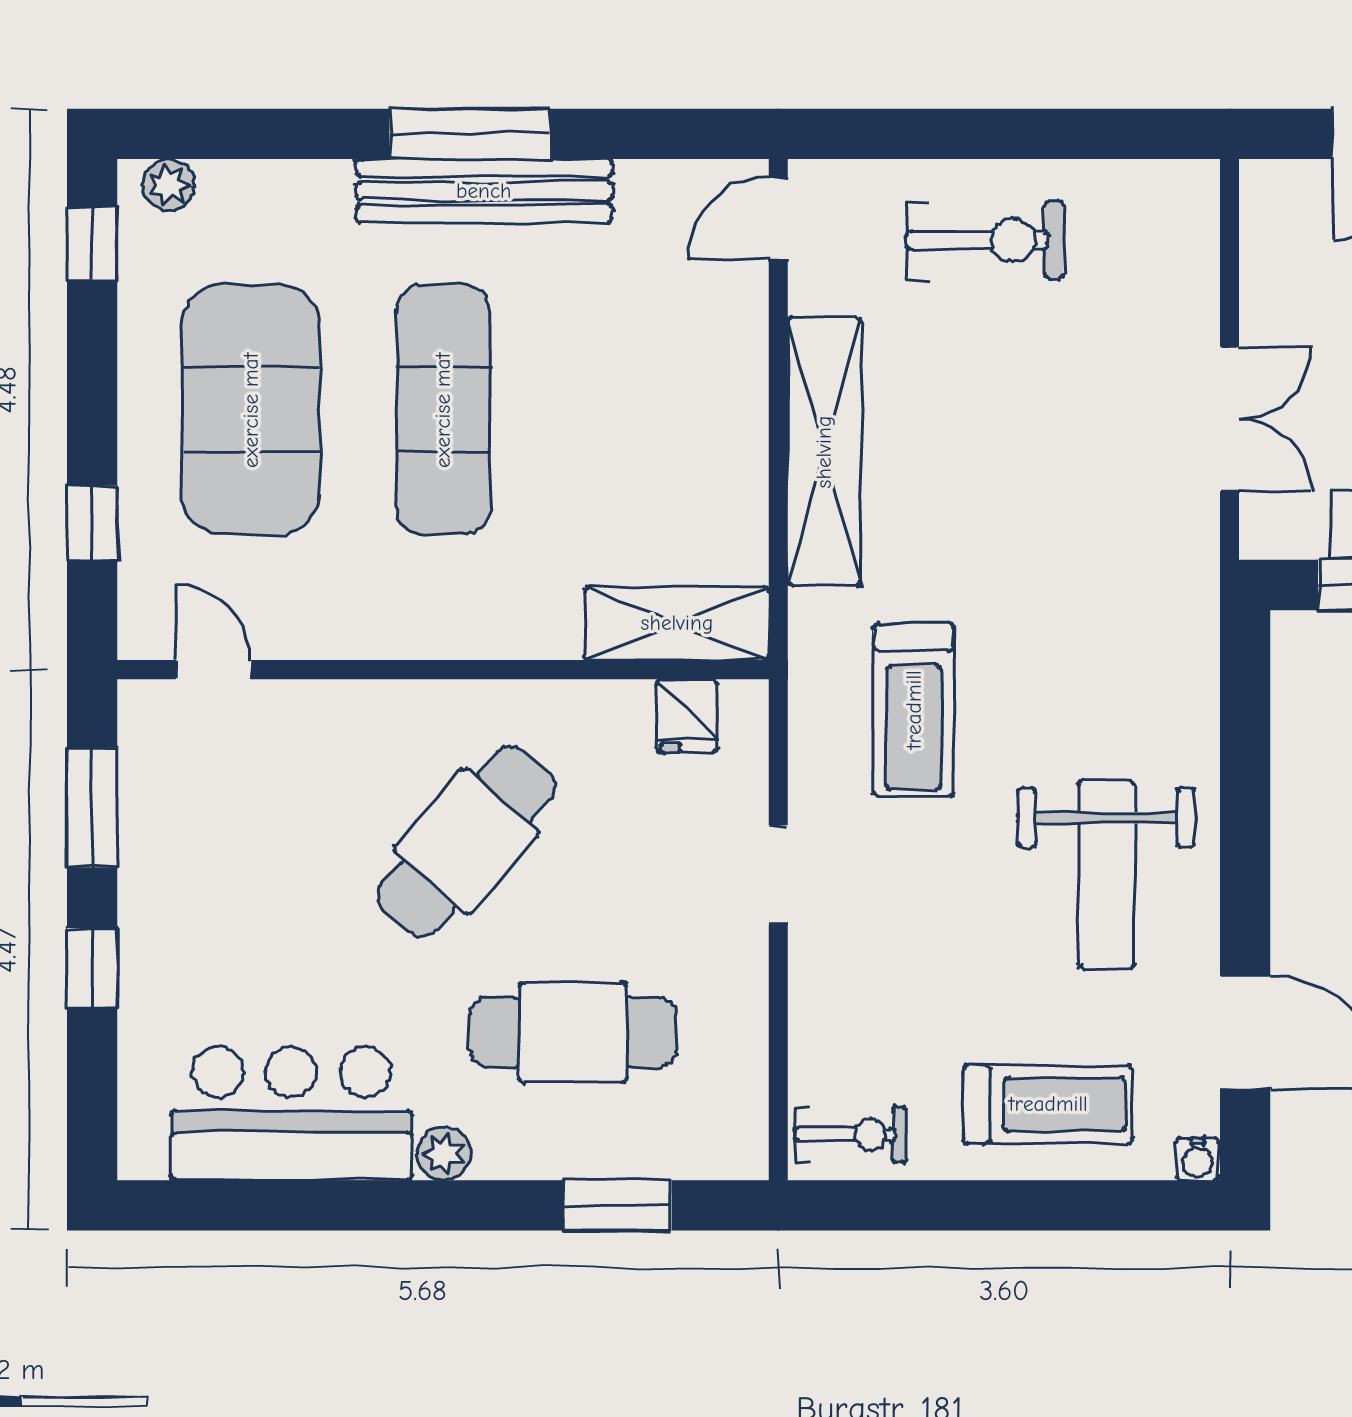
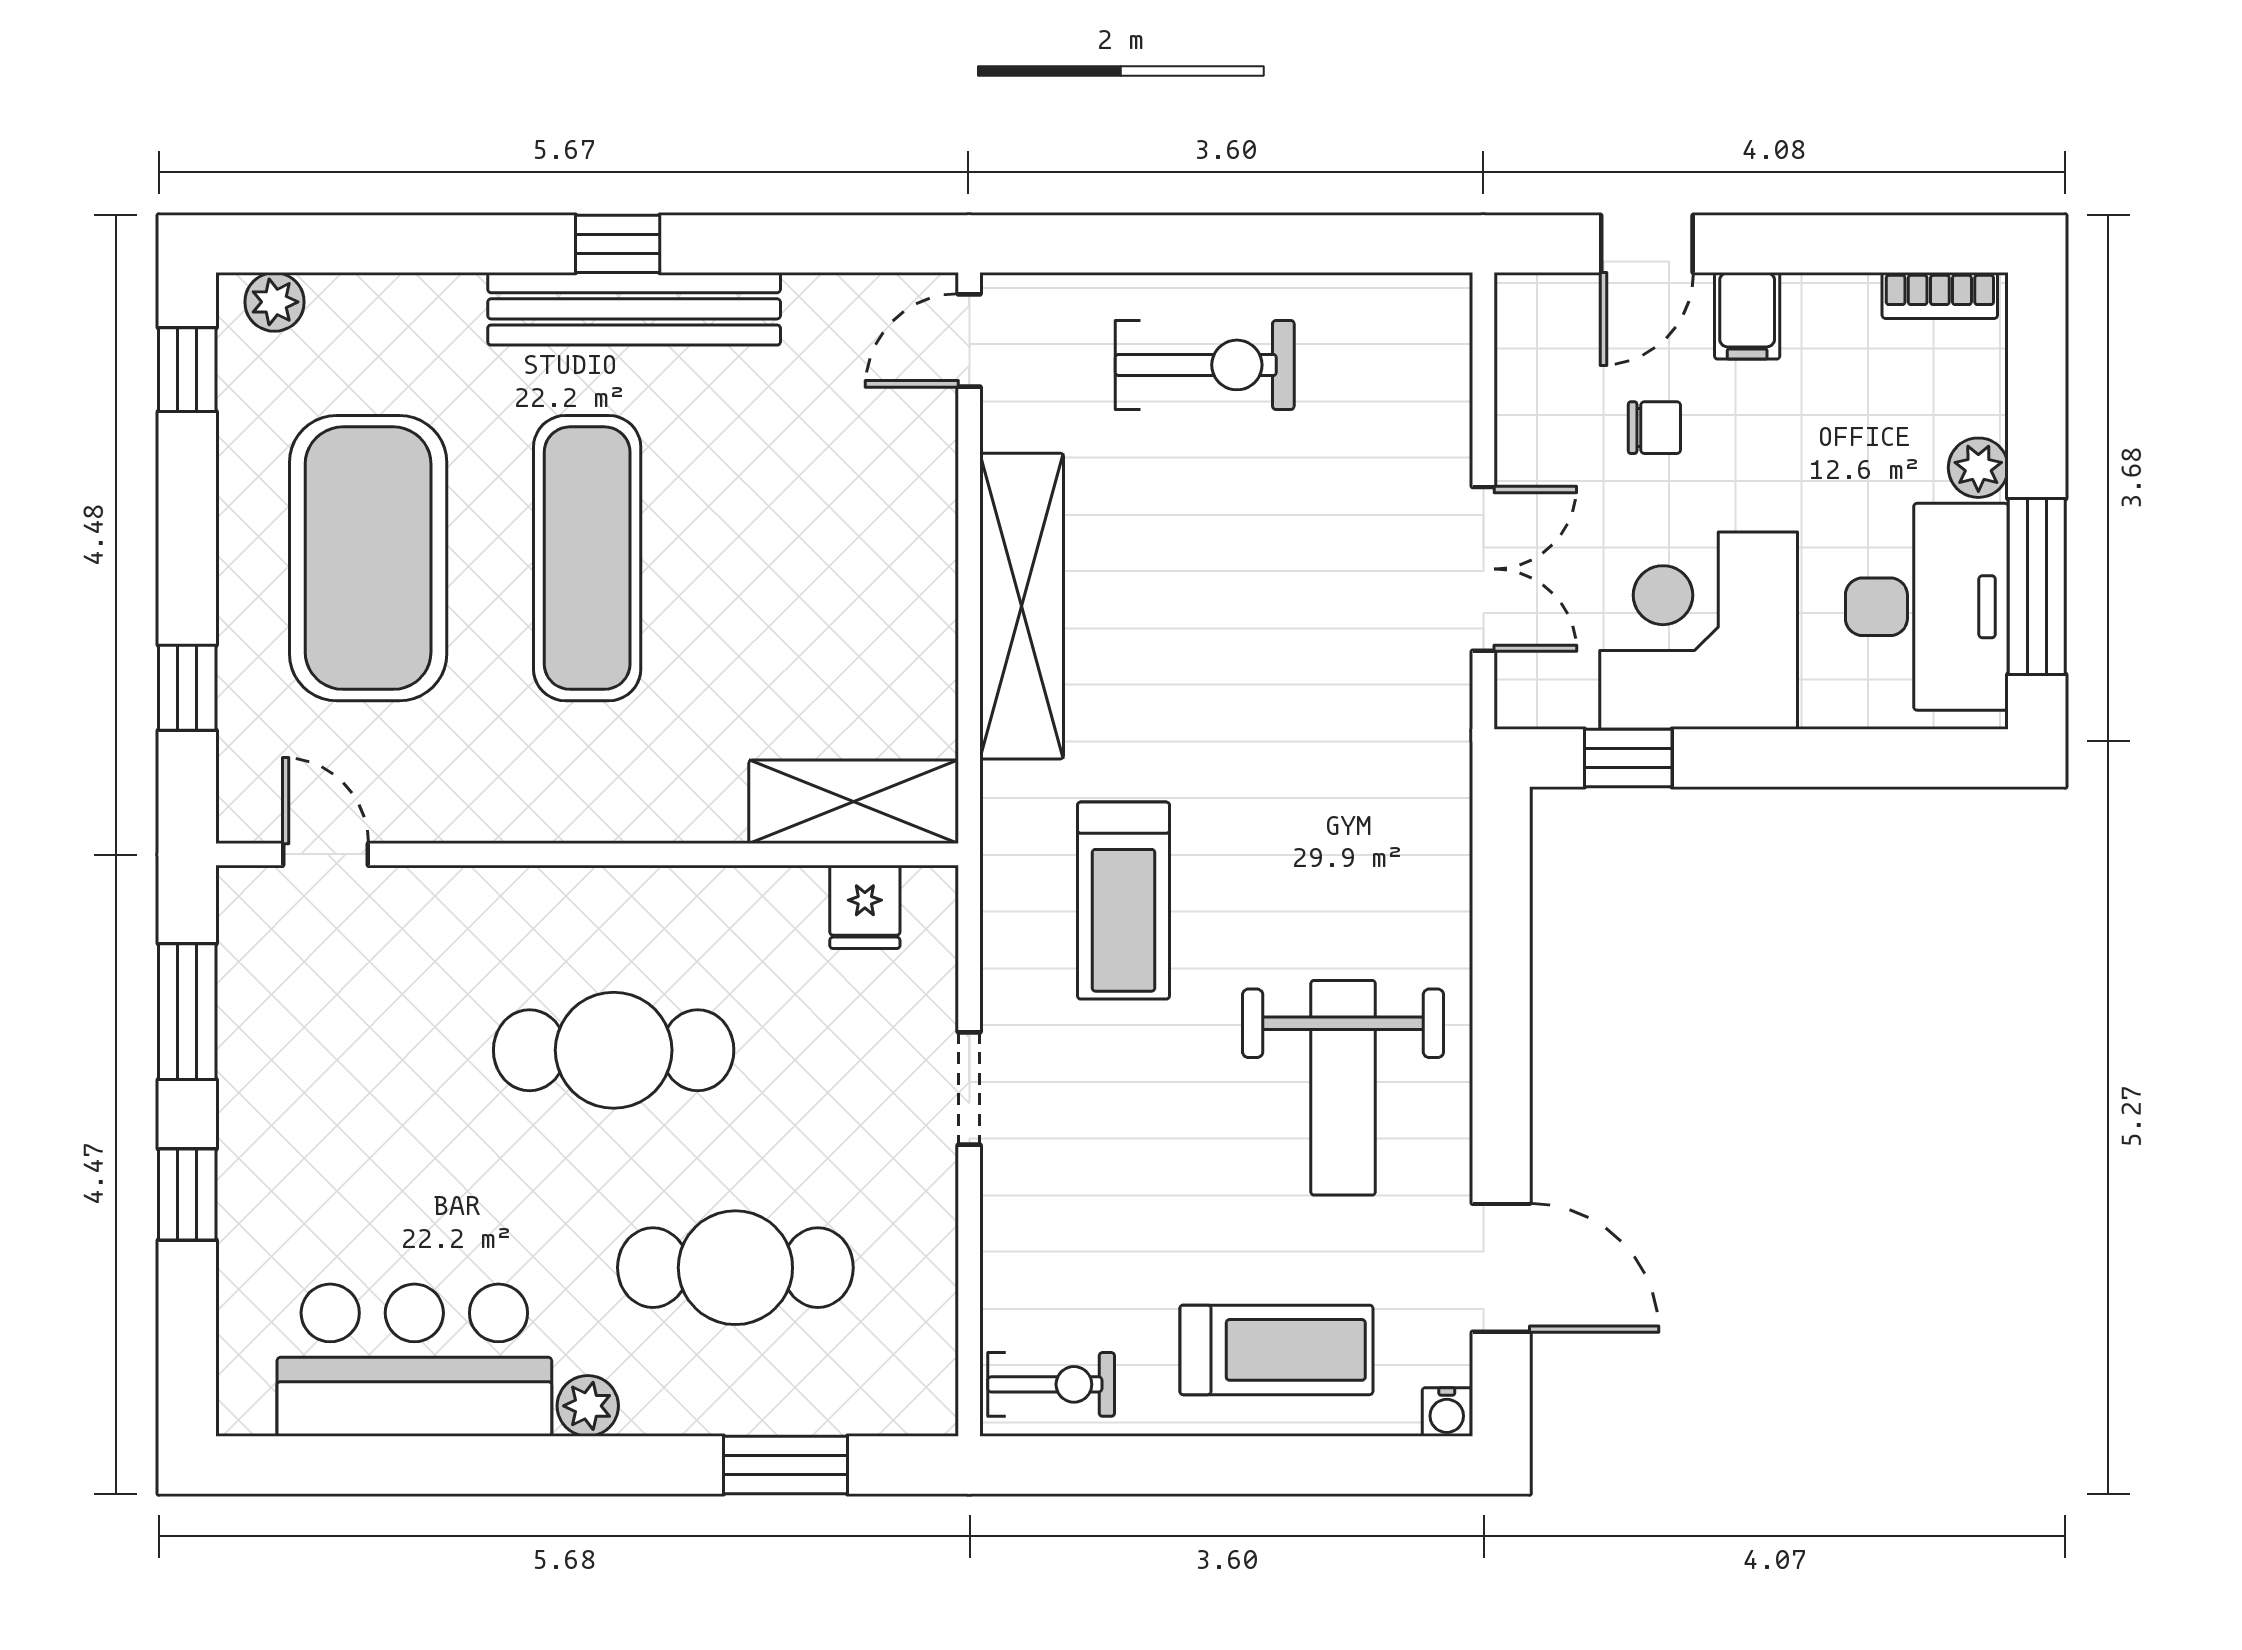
window: (470, 134) -> (618, 244), width x0.46
cafe table: (466, 841) -> (614, 1050), turned 49

